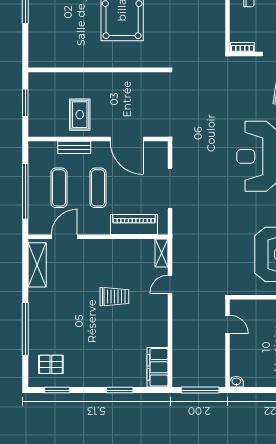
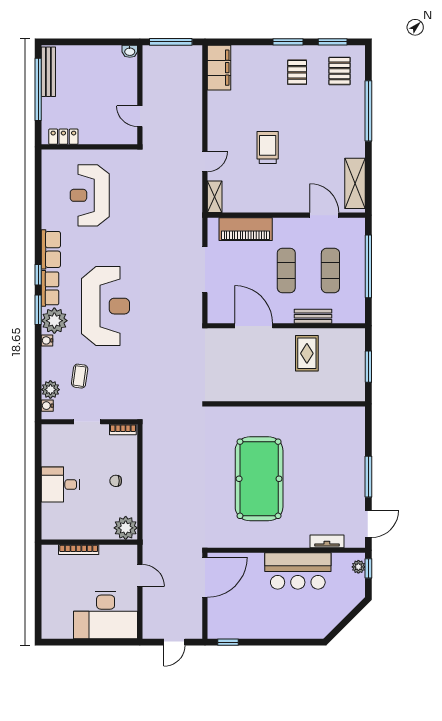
door: (64, 237) -> (324, 215), swing flipped
trolley: (114, 297) -> (268, 148), turned 90
pallet: (88, 363) -> (297, 72), added
pallet: (51, 364) -> (340, 71), turned 90
window: (120, 390) -> (288, 42), moved

